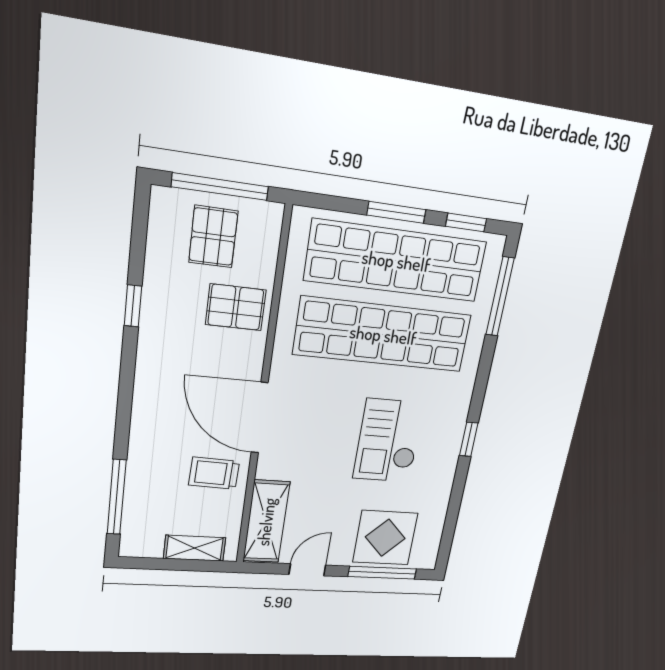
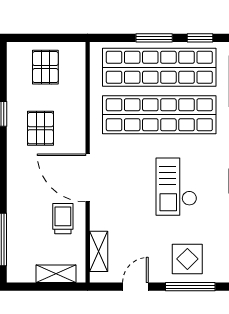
window: (220, 187) -> (46, 38), removed
pallet: (236, 307) -> (40, 128), moved, turned 90
trolley: (214, 473) -> (63, 219), turned 88
shelving: (266, 522) -> (99, 251), width x0.67, depth x0.75
display table: (385, 538) -> (187, 259), width x0.73, depth x0.73

